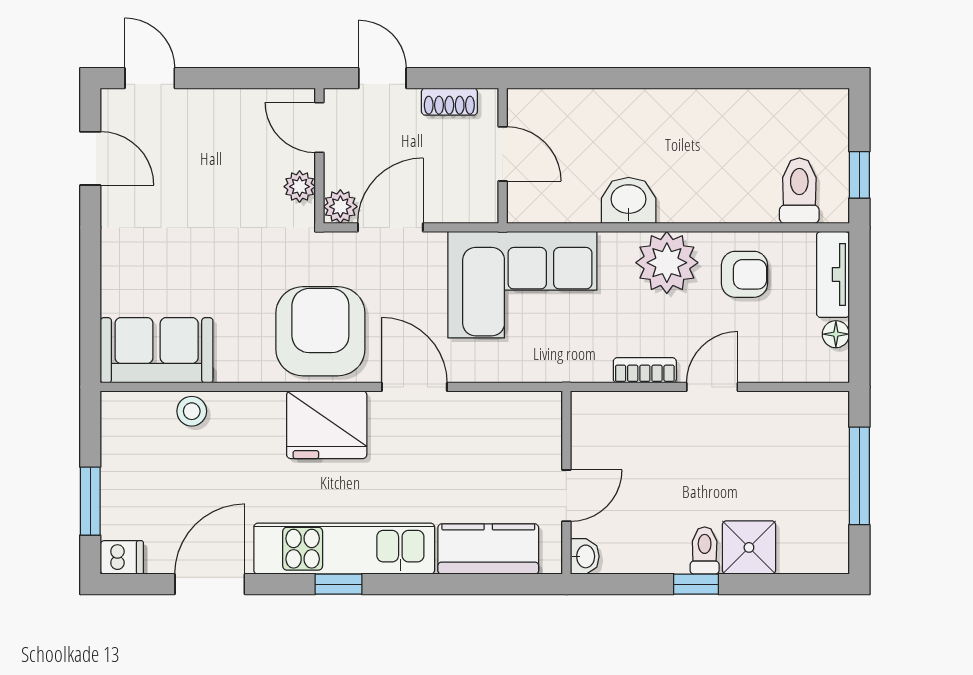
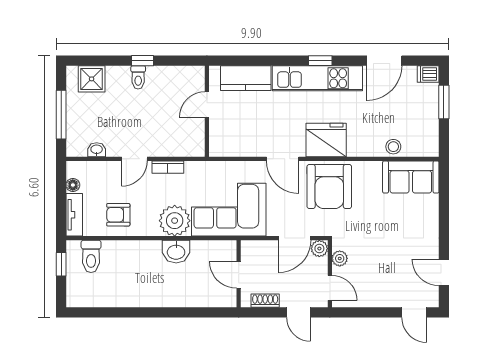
plant: (667, 263) -> (175, 221), moved
shower: (749, 547) -> (92, 79), moved
washbasin: (585, 556) -> (97, 150), moved, turned 90

